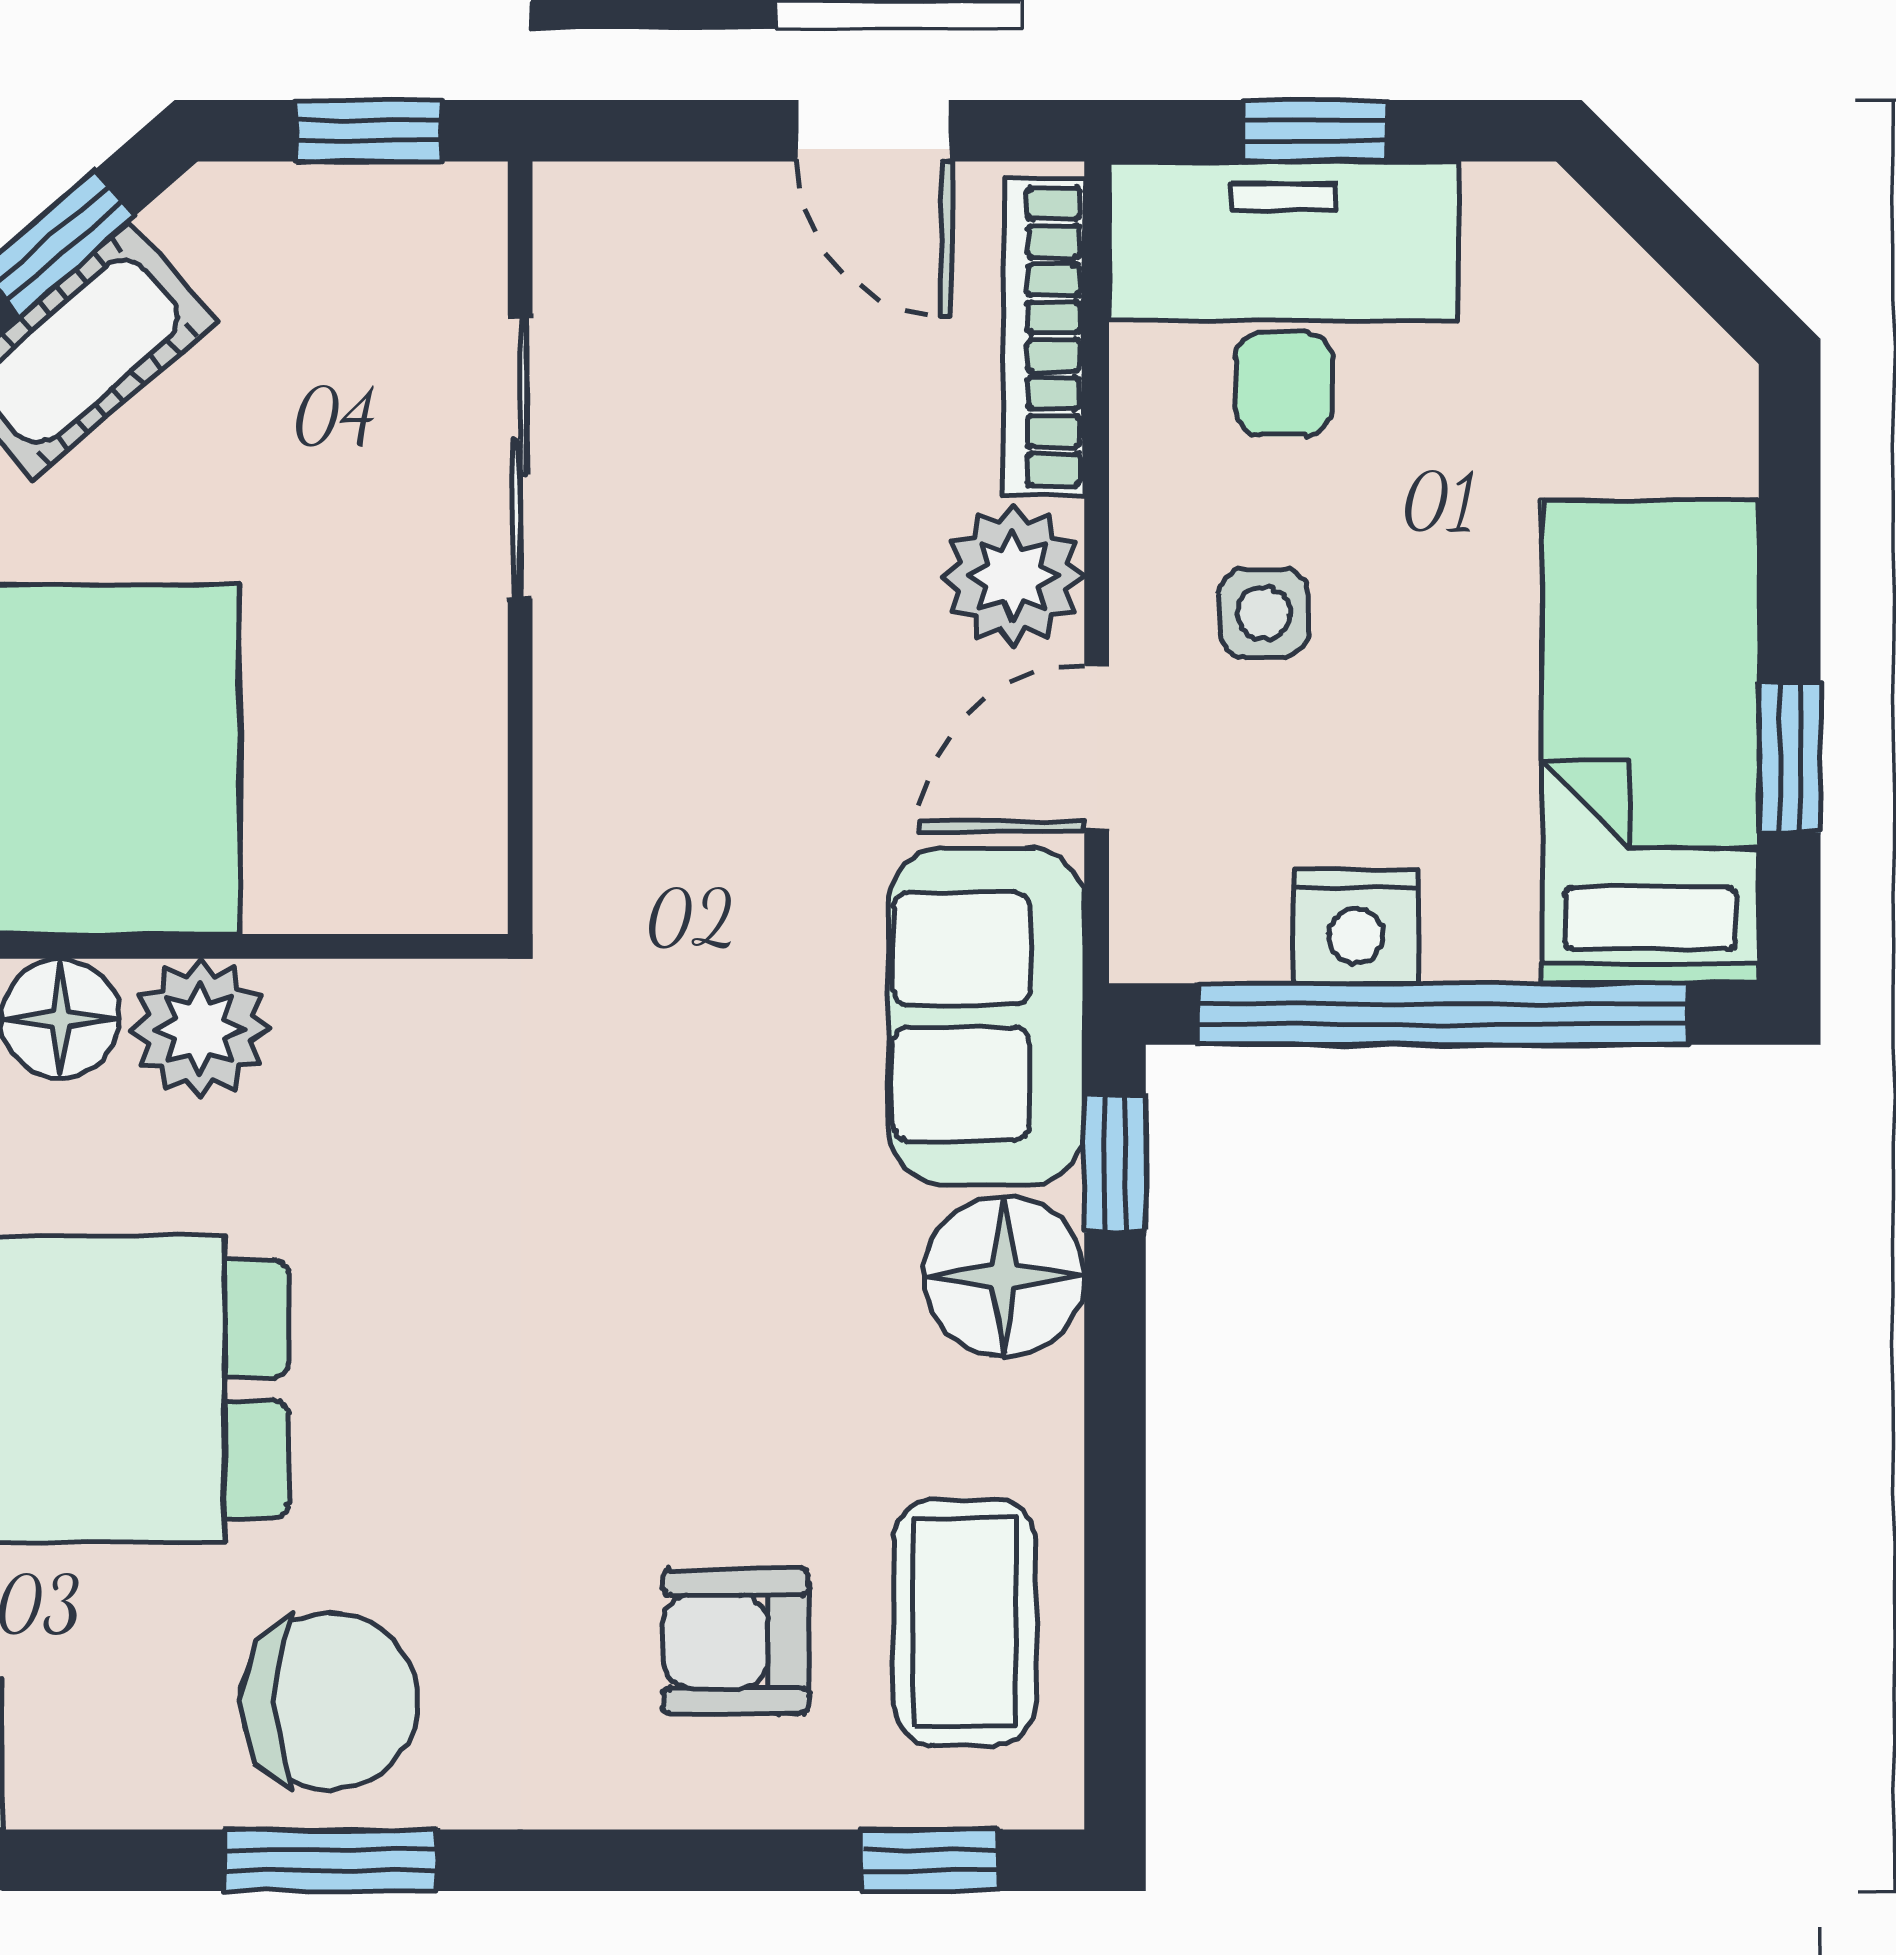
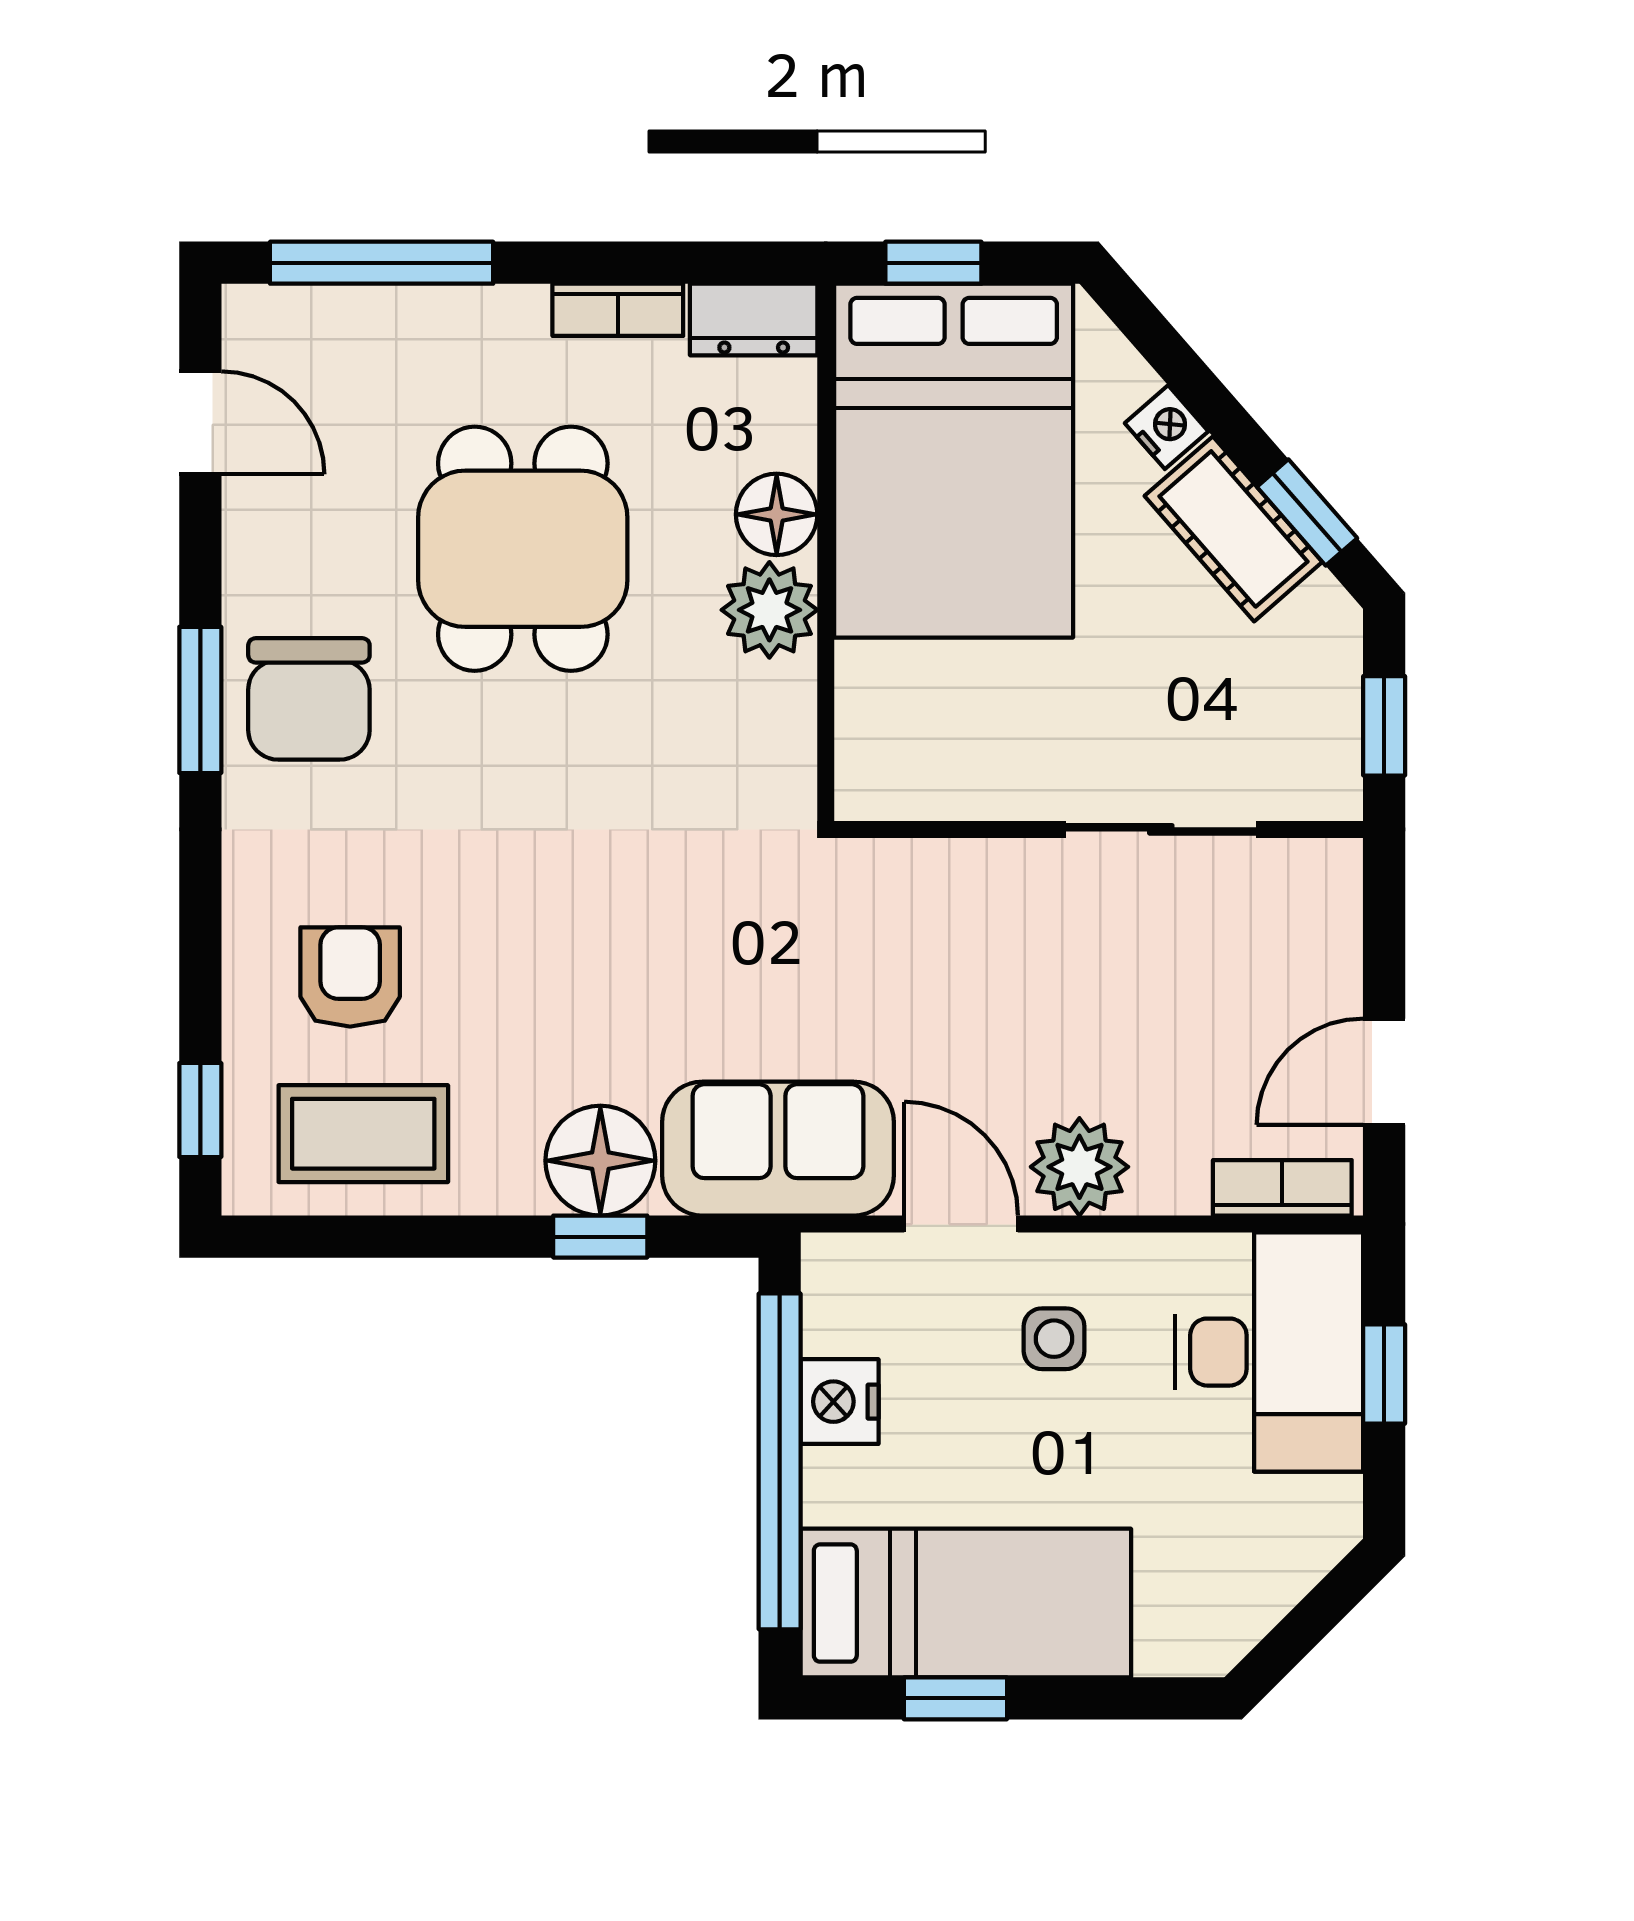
bookcase: (1044, 336) -> (1282, 1188), width x0.64
window: (1115, 1164) -> (600, 1237), moved

